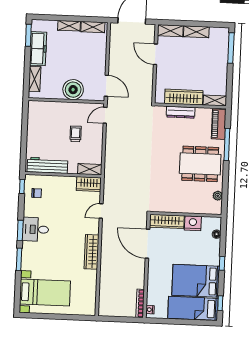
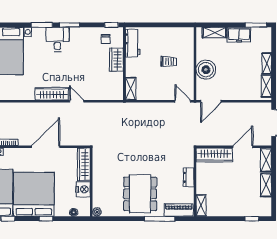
window: (231, 48) -> (252, 219), width x0.46
freezer: (38, 49) -> (239, 35), width x0.71
wardrobe: (184, 97) -> (214, 155), moved, turned 90
dresser: (181, 112) -> (189, 177), width x0.70
trolley: (76, 134) -> (169, 61), moved
workbench: (47, 165) -> (133, 43), width x0.73
wardrobe: (89, 184) -> (116, 60), moved
plant: (218, 196) -> (97, 212), moved
door: (101, 211) -> (77, 101), moved
desk: (35, 229) -> (57, 39), moved
door: (147, 244) -> (46, 147), moved
bed: (196, 281) -> (34, 194), width x1.36

